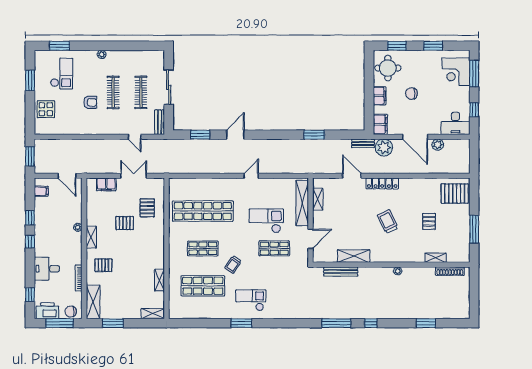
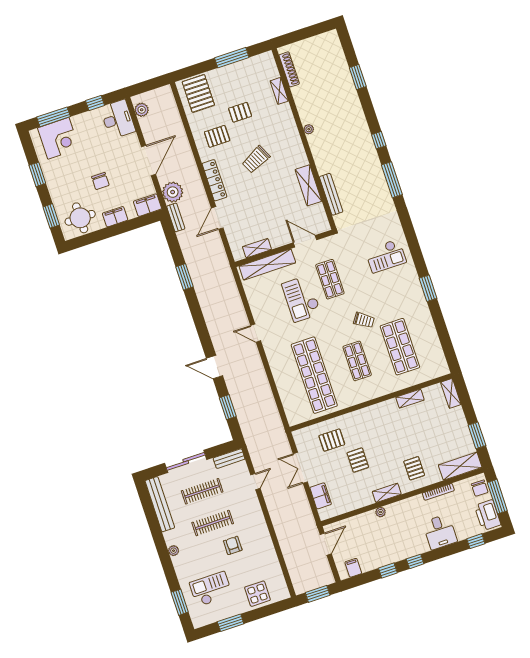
bench: (142, 56) -> (160, 504), added
plant: (438, 145) -> (142, 110), moved
pallet: (416, 197) -> (217, 136), added
checkout: (251, 300) -> (386, 256), moved, turned -90

